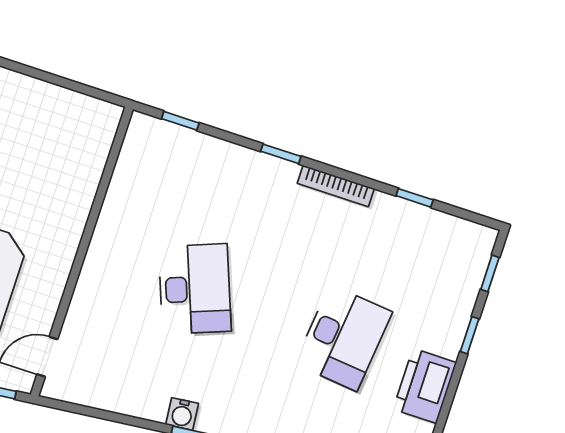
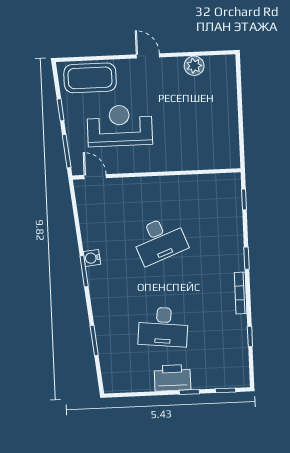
printer: (425, 386) -> (172, 378), moved

